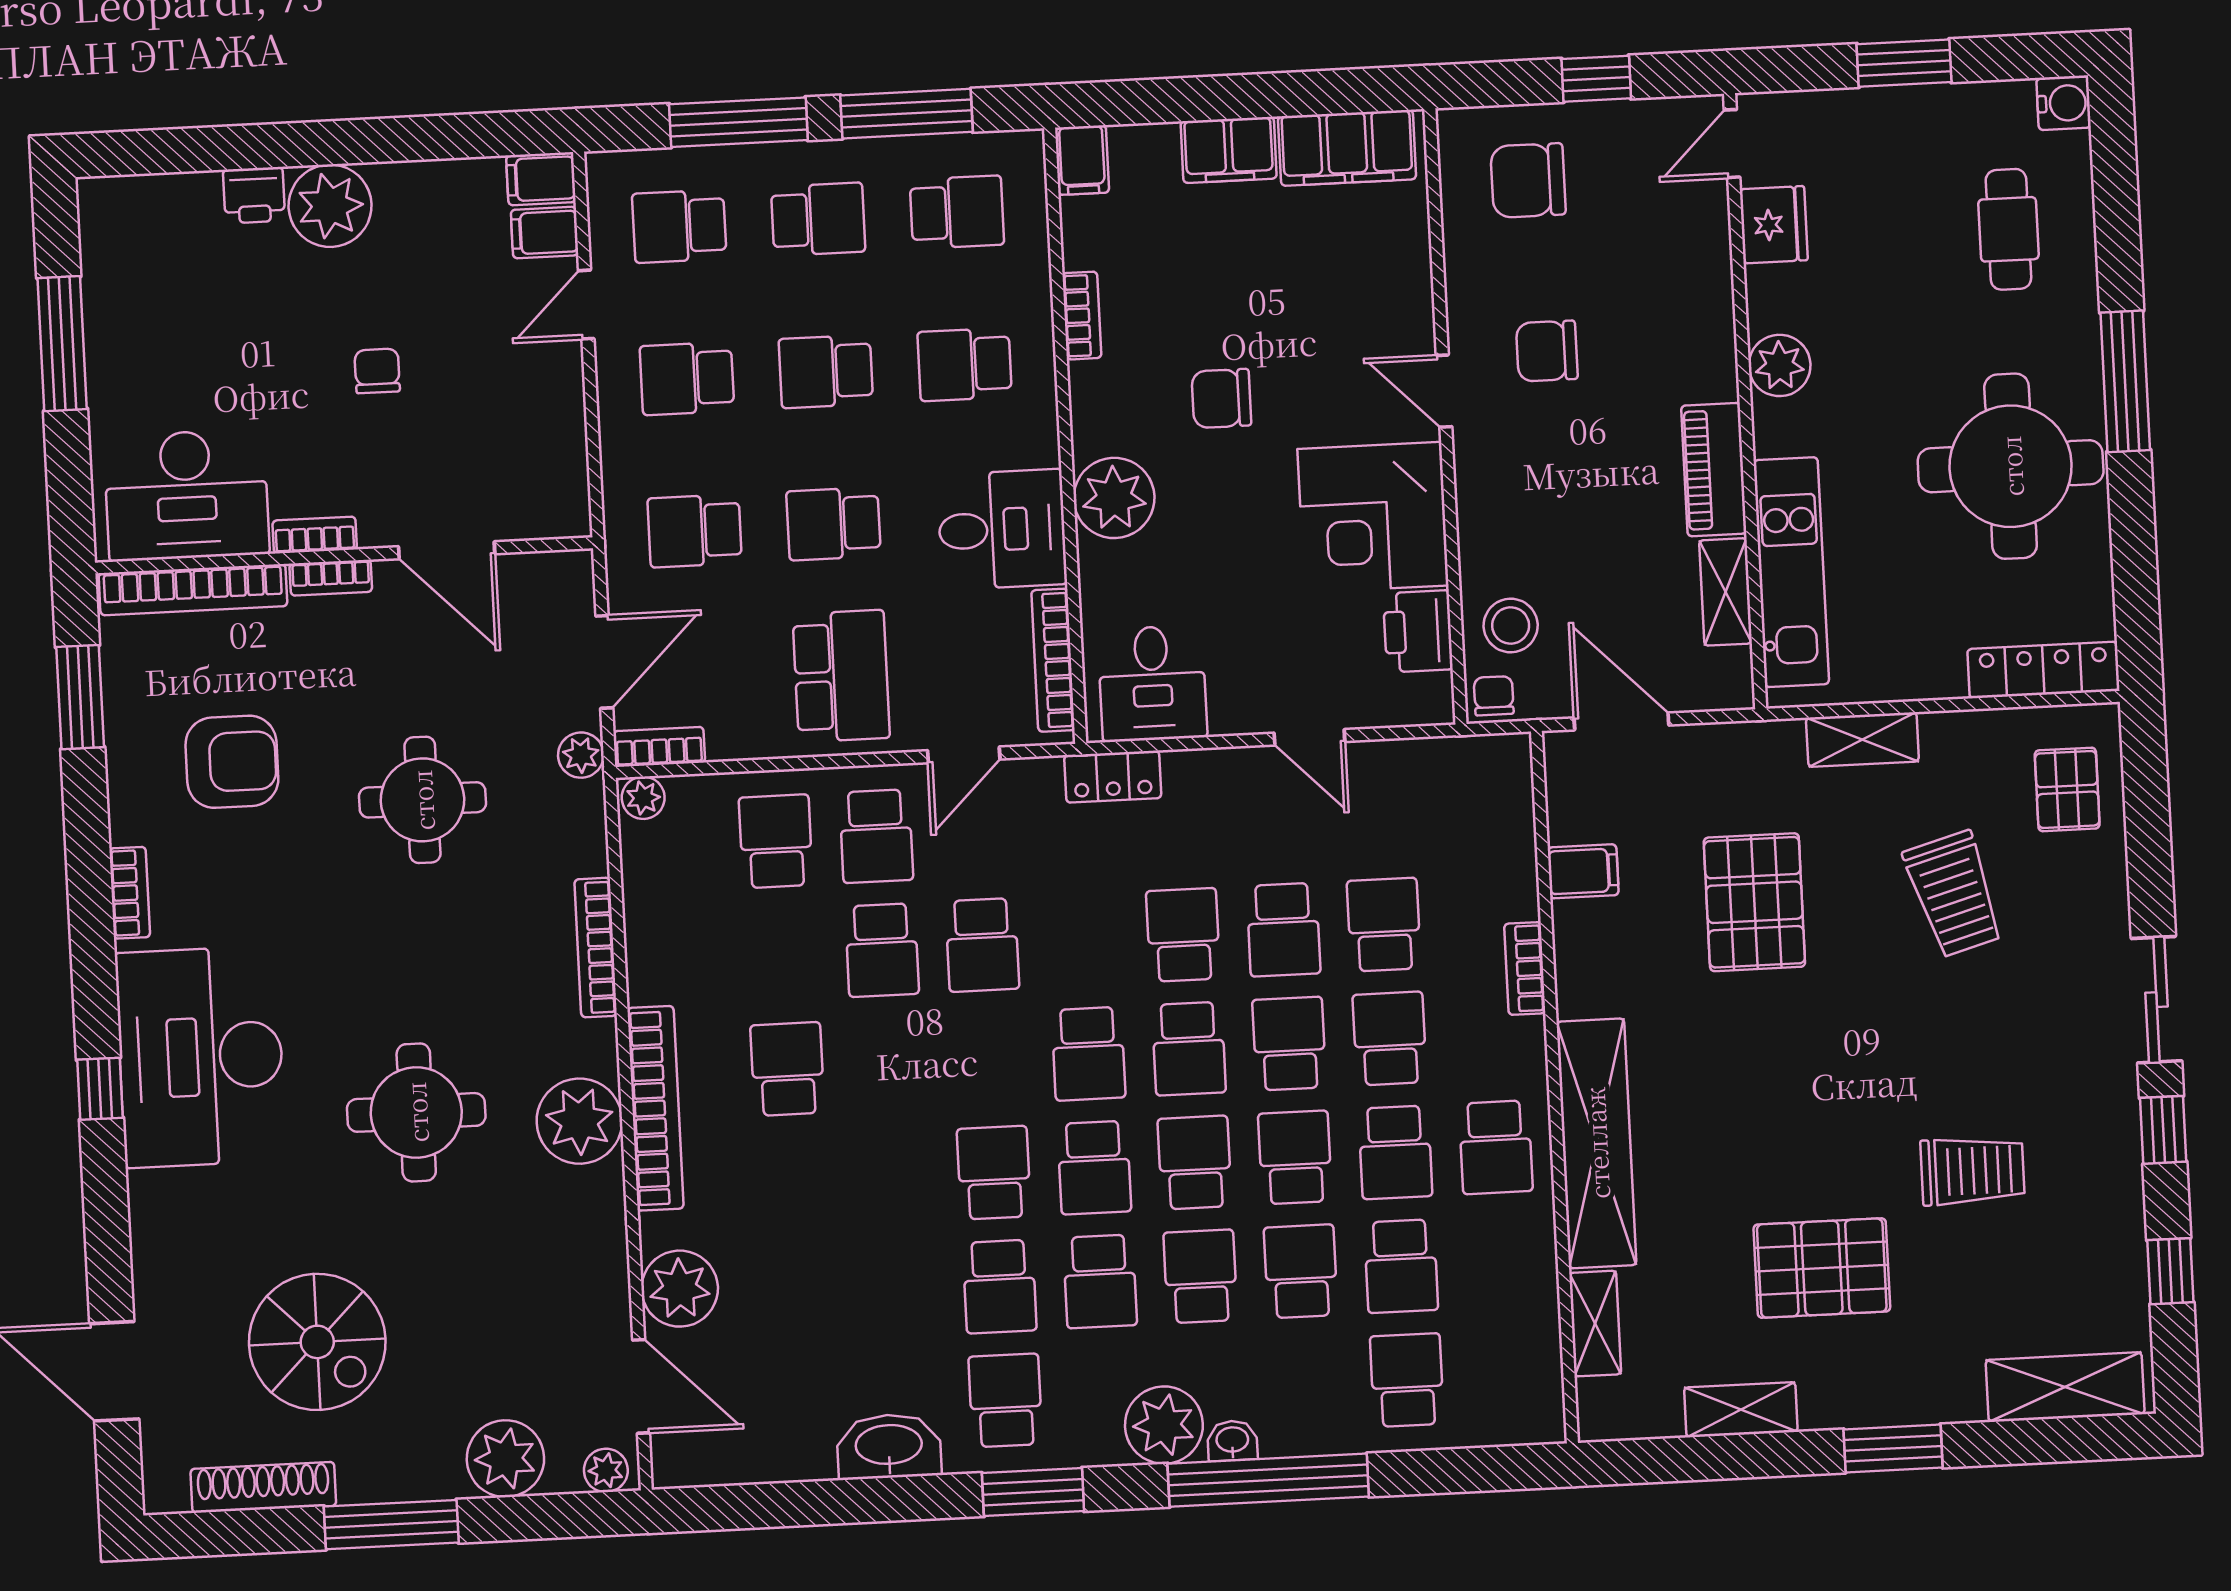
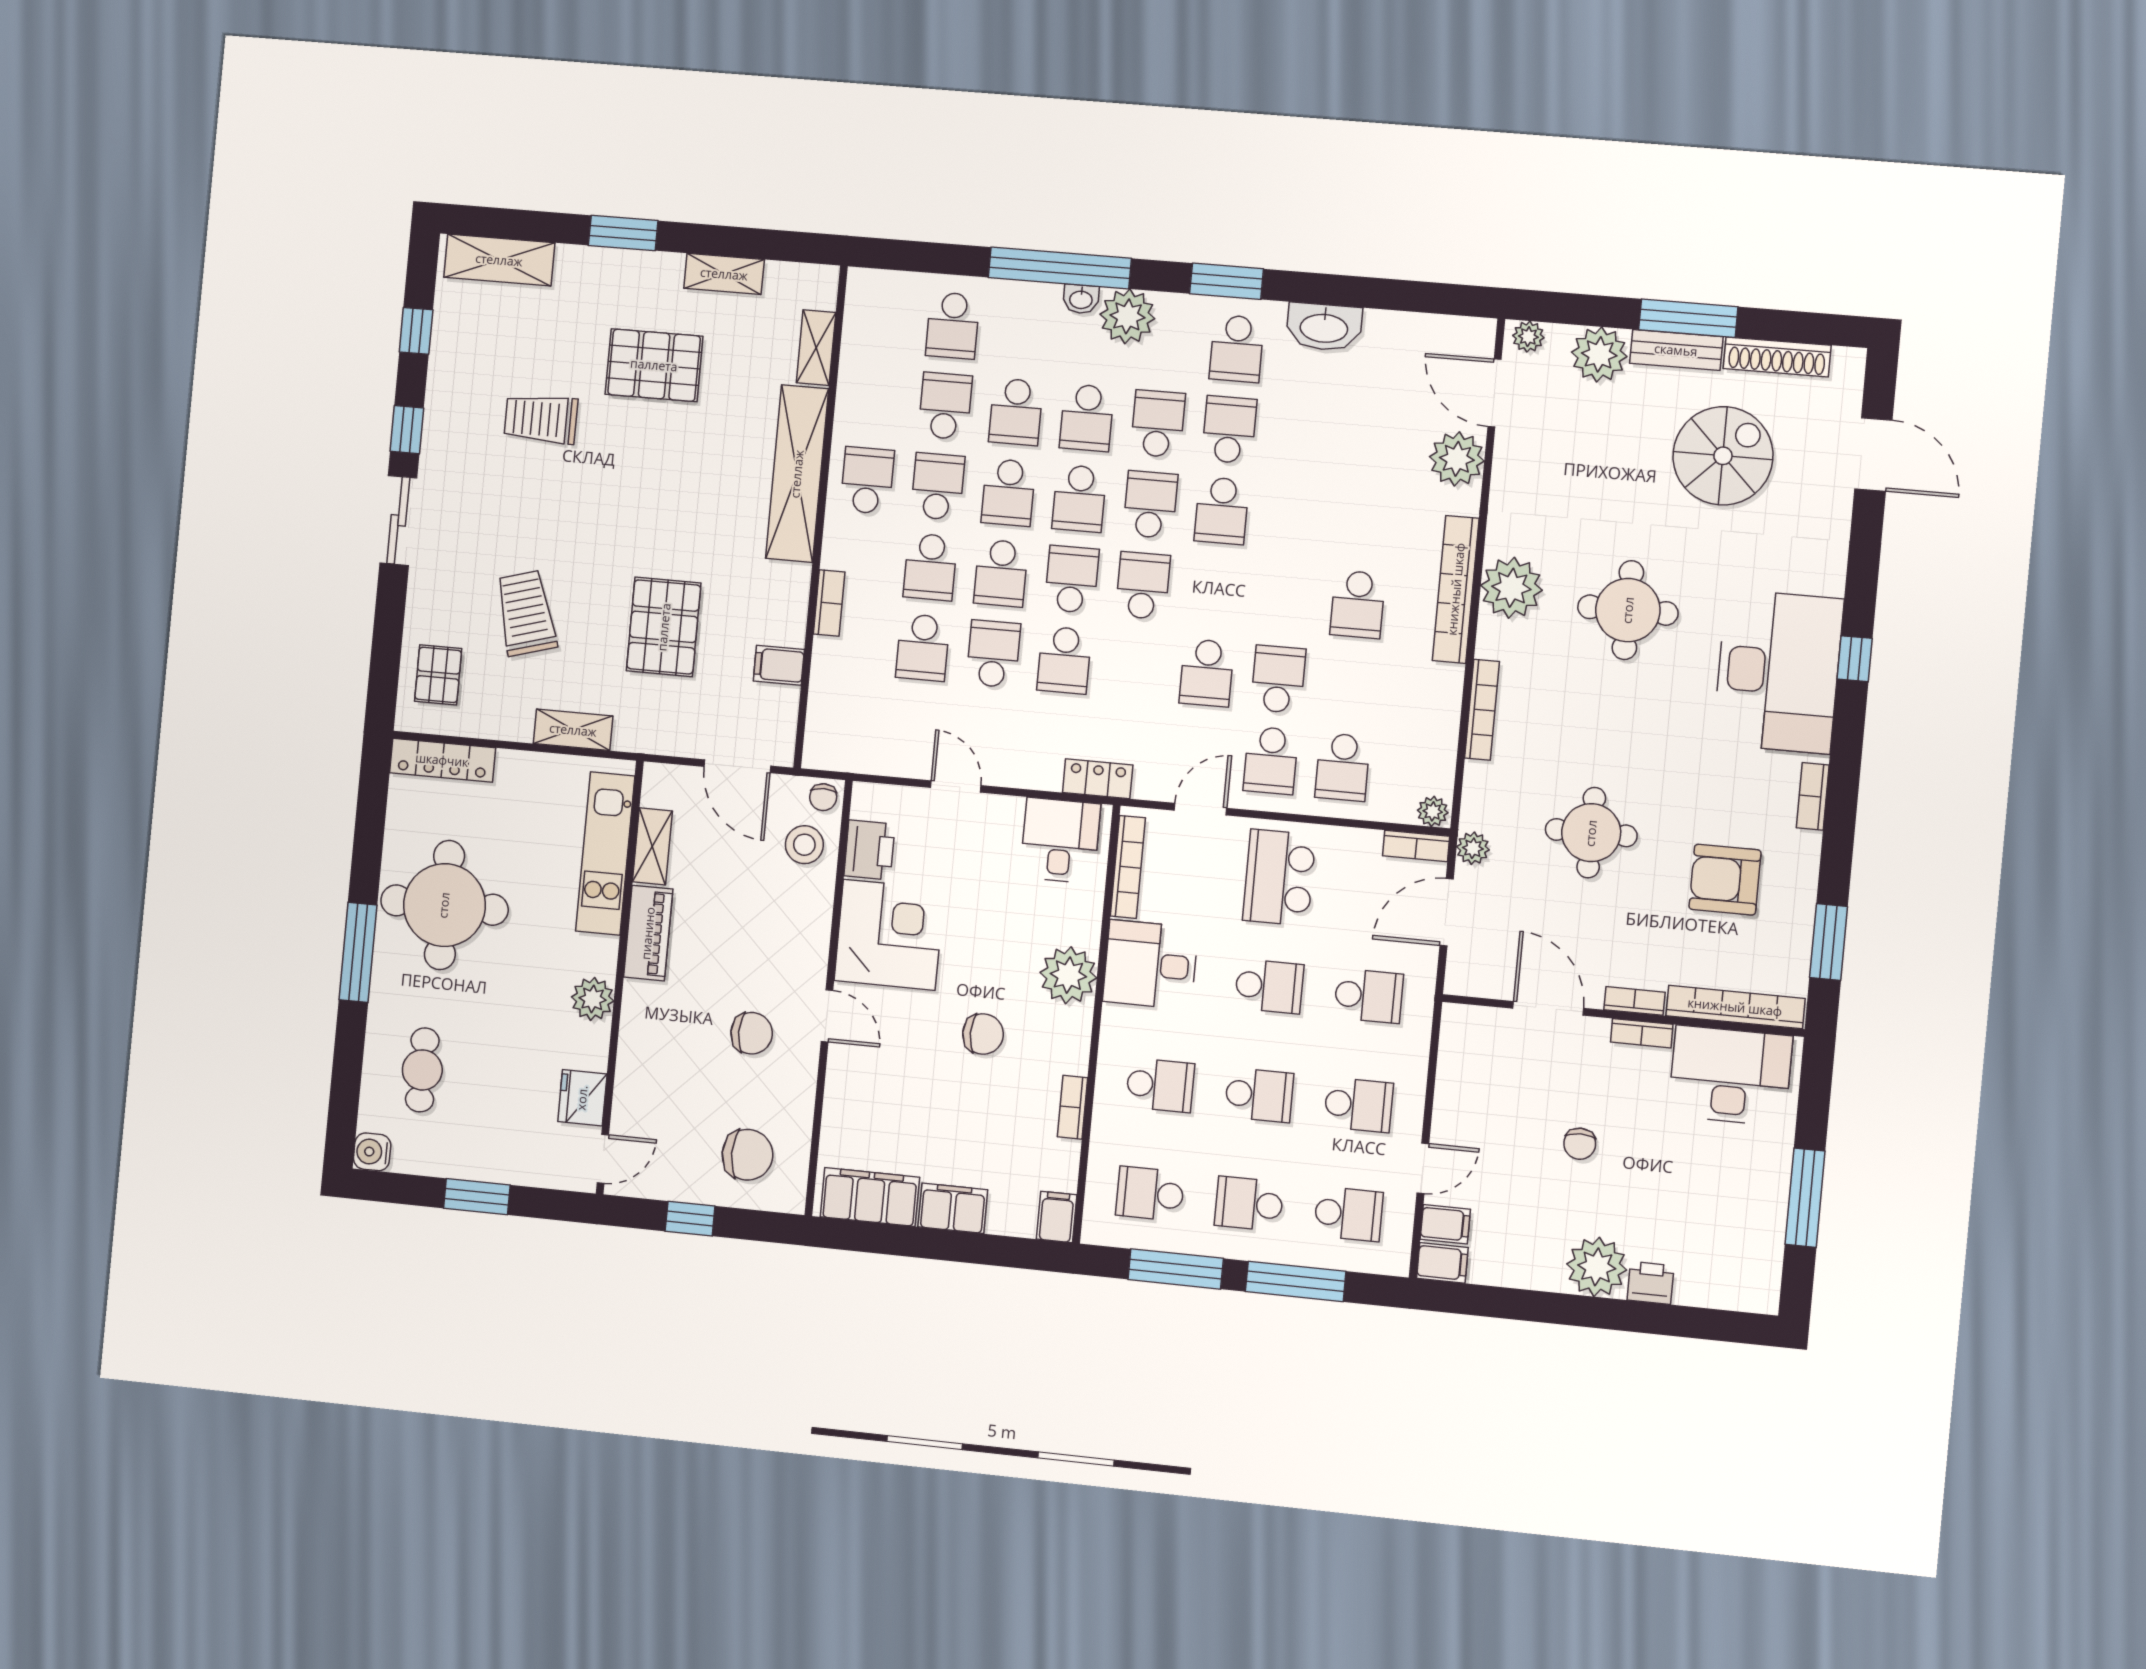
school desk: (876, 836) -> (1271, 760), turned 180
school desk: (982, 945) -> (1207, 673), turned 180
spiral stairs: (317, 1342) -> (1723, 456), turned 90
bench: (401, 1479) -> (1676, 350), added

